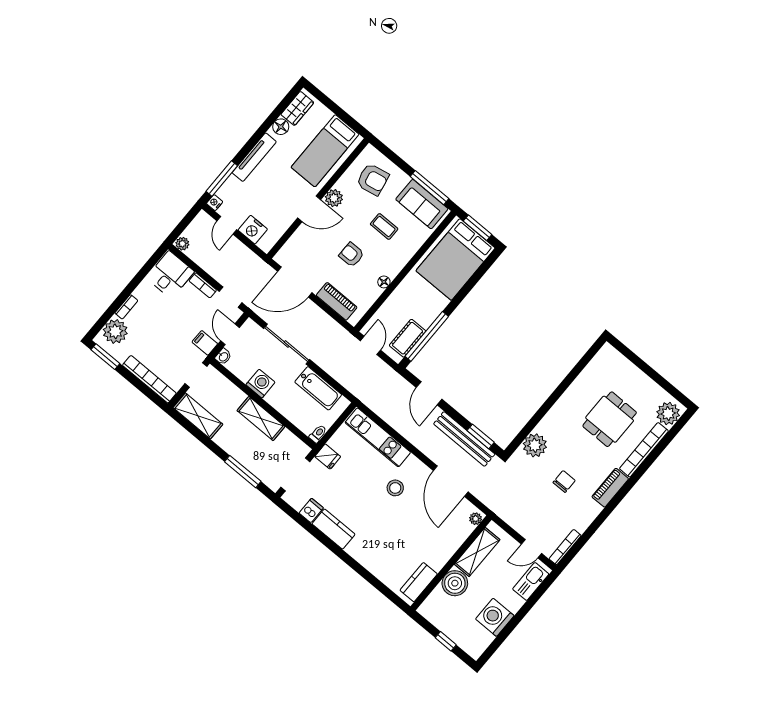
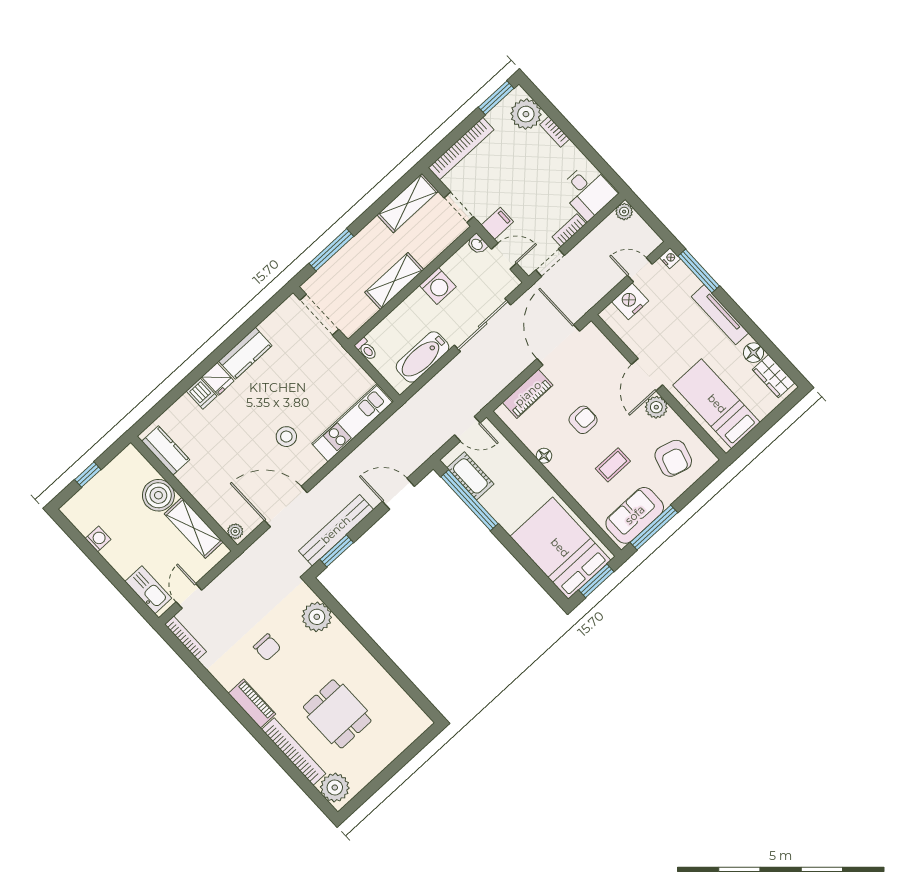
armchair: (373, 179) -> (673, 458), turned -63
fridge: (328, 457) -> (218, 379), moved, turned -90
dishwasher: (311, 510) -> (201, 394), moved
washing machine: (495, 617) -> (98, 539), width x0.53, depth x0.53

